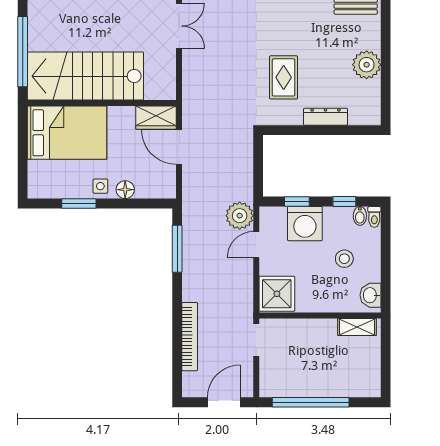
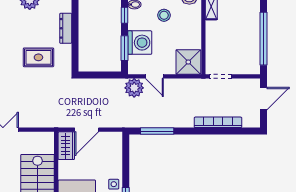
floor lamp: (125, 190) -> (116, 167), removed
window: (297, 202) -> (124, 48), width x1.50
door: (224, 402) -> (263, 99), swing flipped

